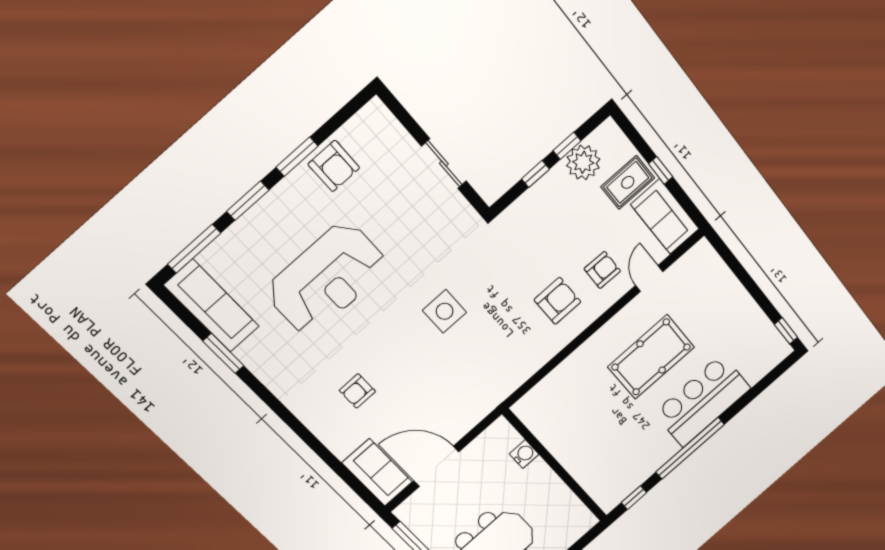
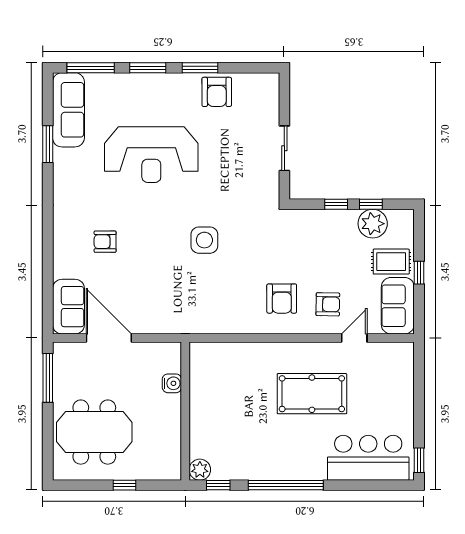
armchair: (557, 301) -> (282, 299), turned 90
bar counter: (702, 401) -> (368, 458), moved
plant: (608, 499) -> (200, 470), added

